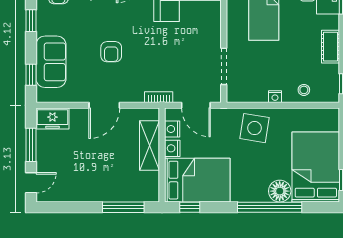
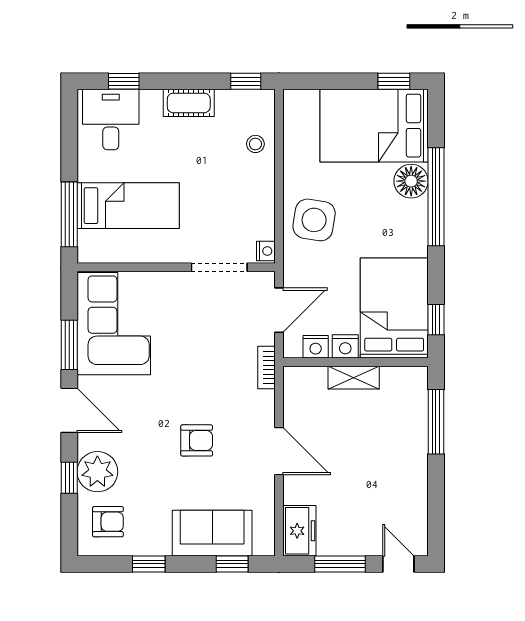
nightstand: (275, 97) -> (266, 251), moved
shelving: (150, 145) -> (354, 378), width x0.67, depth x0.75

